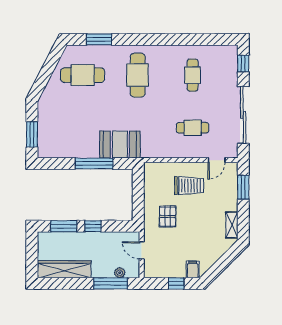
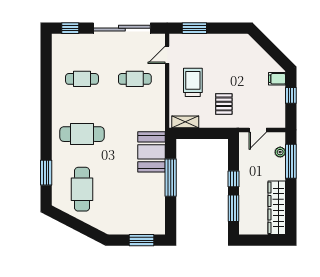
cafe table: (193, 128) -> (135, 79), turned 90
door: (217, 160) -> (167, 55), swing flipped
pallet: (168, 216) -> (224, 104), turned 90
shelving: (232, 225) -> (185, 122), moved

